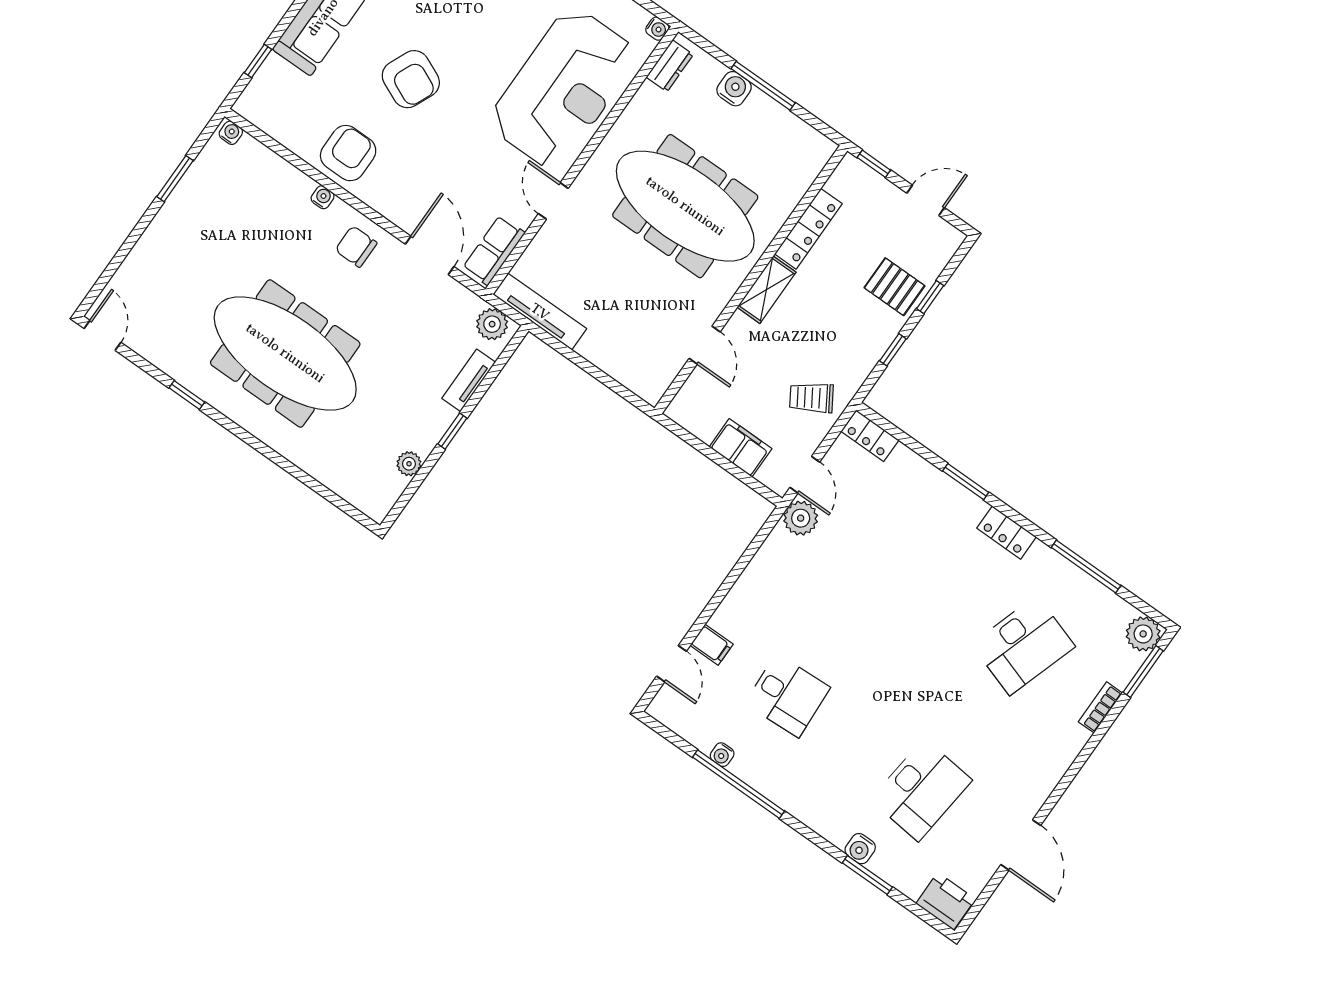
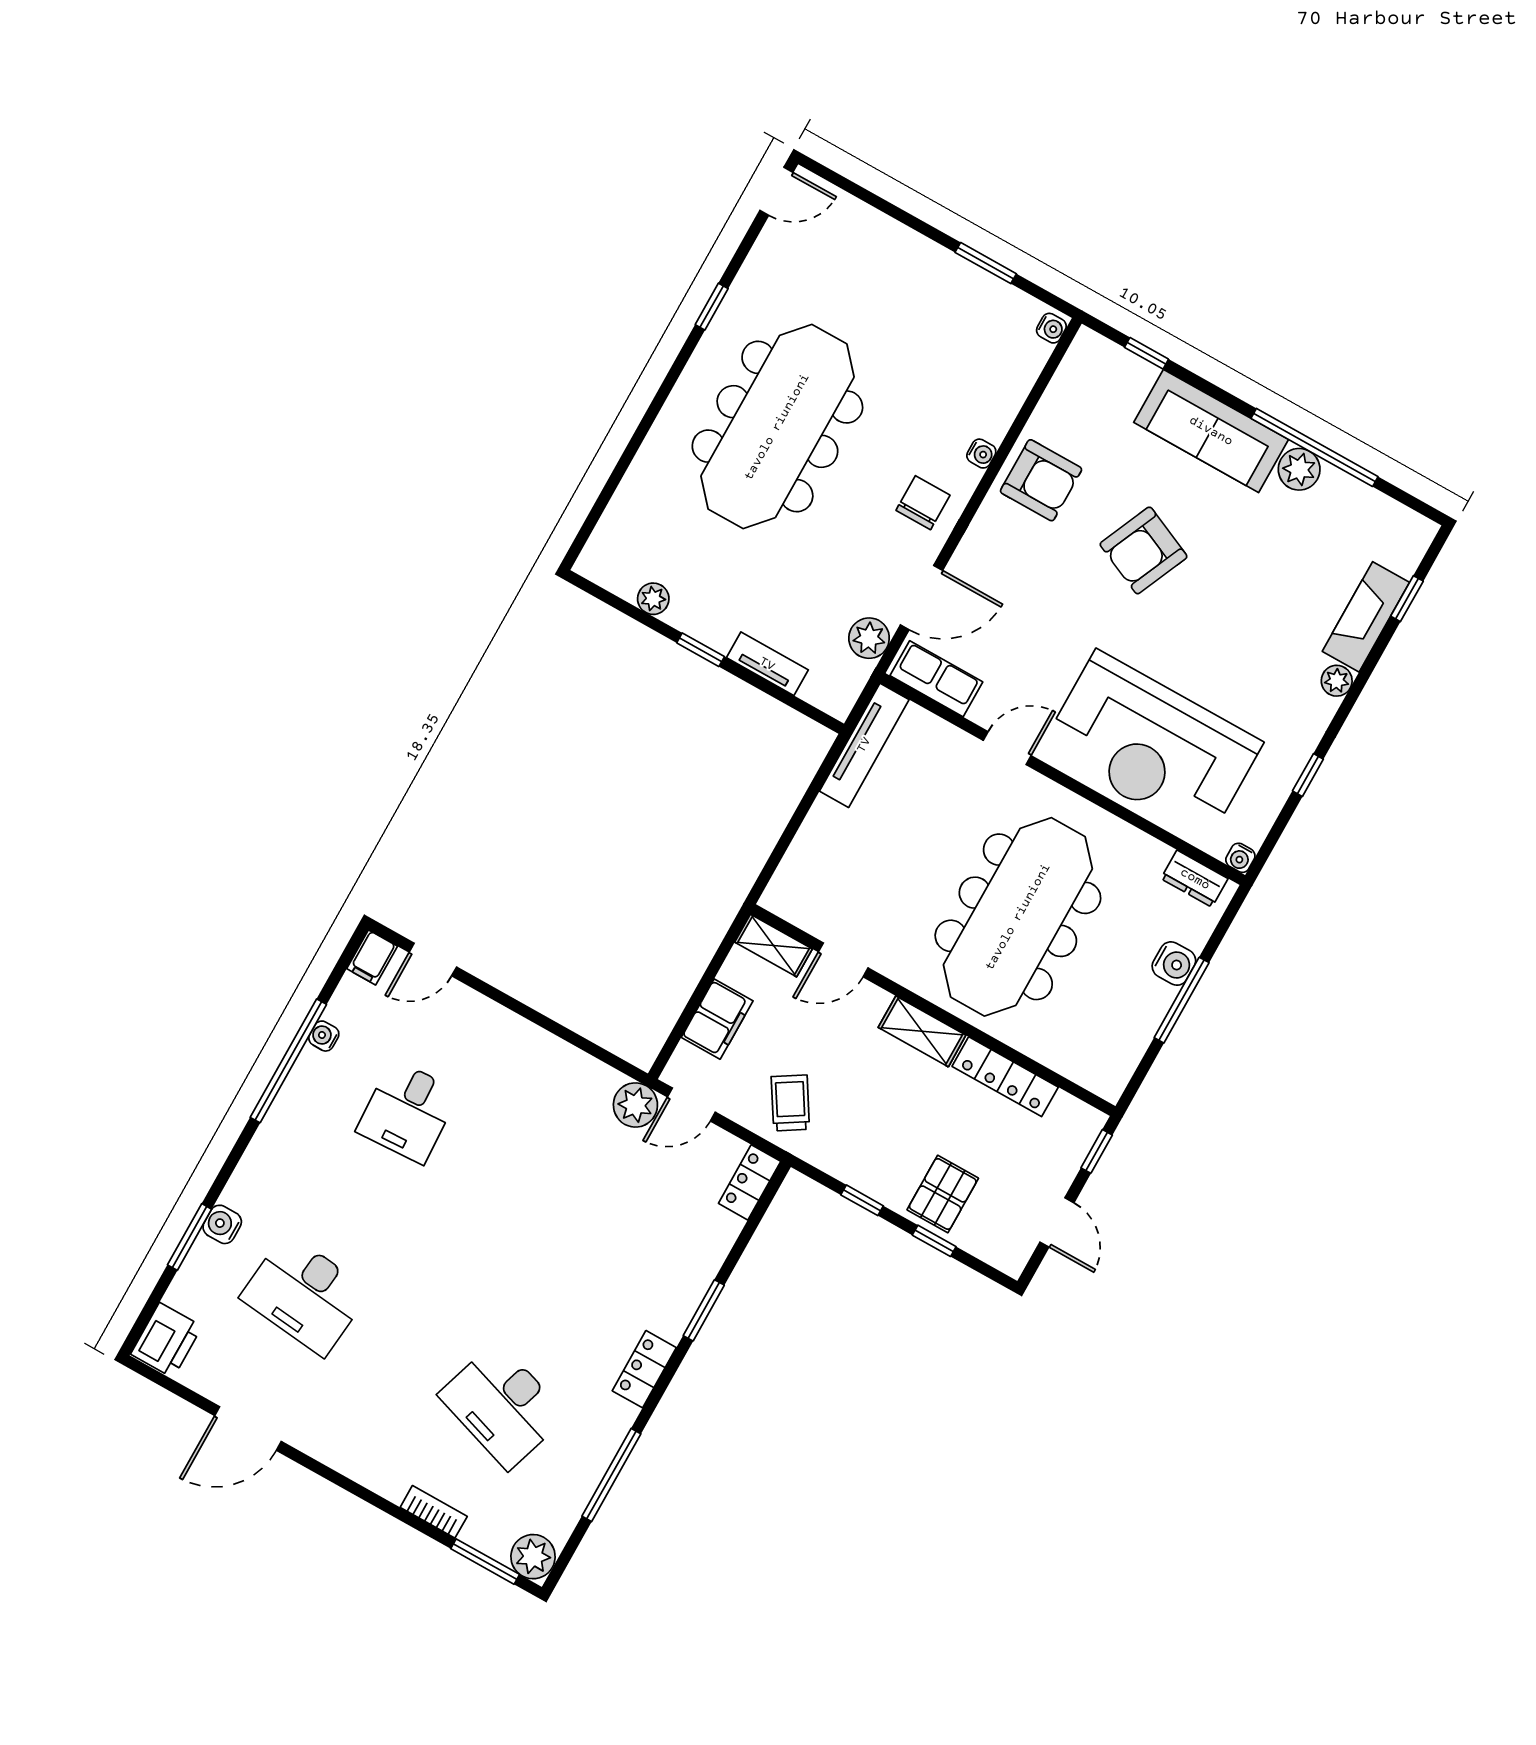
plant: (492, 324) -> (869, 638), moved
shelving: (688, 398) -> (774, 946), added
filing cabinet: (712, 645) -> (372, 957), moved

